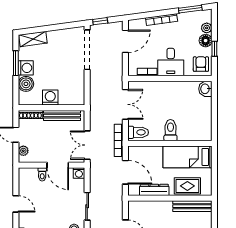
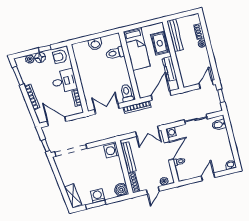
boiler: (26, 84) -> (121, 190), moved
washbasin: (205, 89) -> (95, 44), moved
washing machine: (50, 98) -> (111, 150), moved
toilet: (170, 130) -> (115, 53), moved

